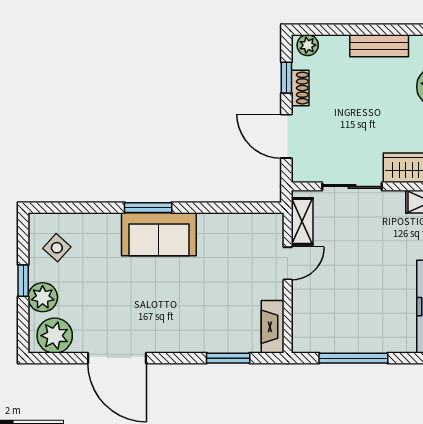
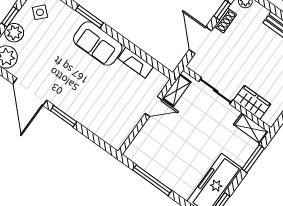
window: (148, 208) -> (89, 17), moved
fireplace: (273, 327) -> (136, 63), moved, turned -90
window: (228, 358) -> (63, 116), moved

